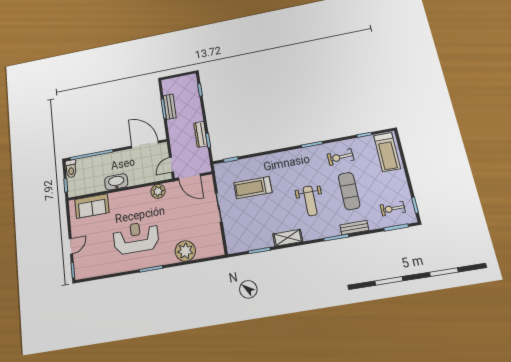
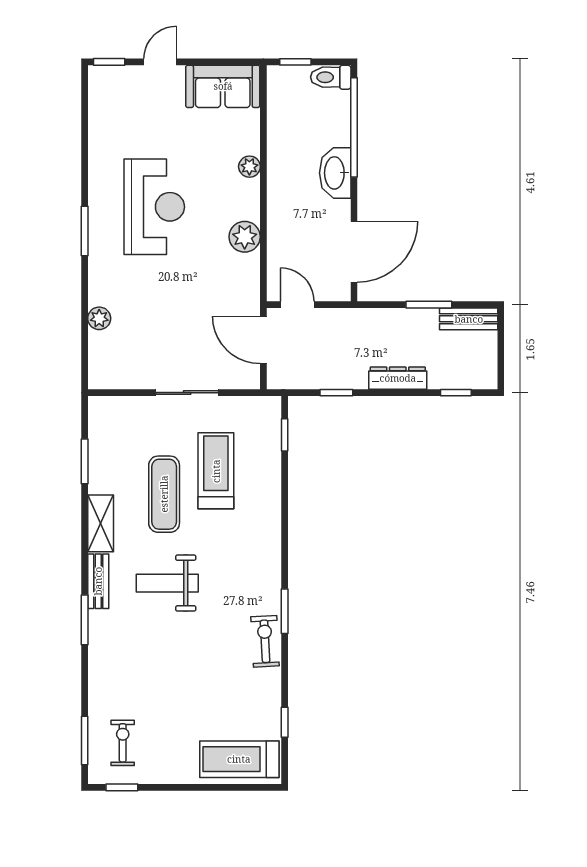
bench: (170, 107) -> (469, 319), moved
dresser: (201, 134) -> (398, 378), moved
exercise bike: (341, 157) -> (265, 641), moved
door: (189, 177) -> (263, 340), hinge flipped
washbasin: (116, 182) -> (335, 173), moved, turned 180
plant: (158, 191) -> (245, 237), moved
exercise mat: (349, 191) -> (164, 494), moved, turned 90
plant: (113, 197) -> (249, 167), added
sofa: (92, 206) -> (223, 86), moved, turned -90
bench: (354, 228) -> (98, 581), moved
door: (71, 246) -> (160, 62), swing flipped
plant: (185, 251) -> (99, 318), width x0.53, depth x0.53

